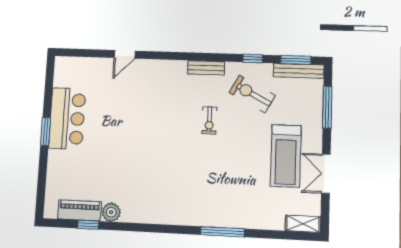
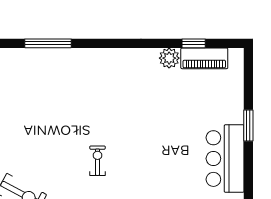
exercise bike: (209, 120) -> (98, 161), moved
window: (45, 132) -> (248, 125), moved

